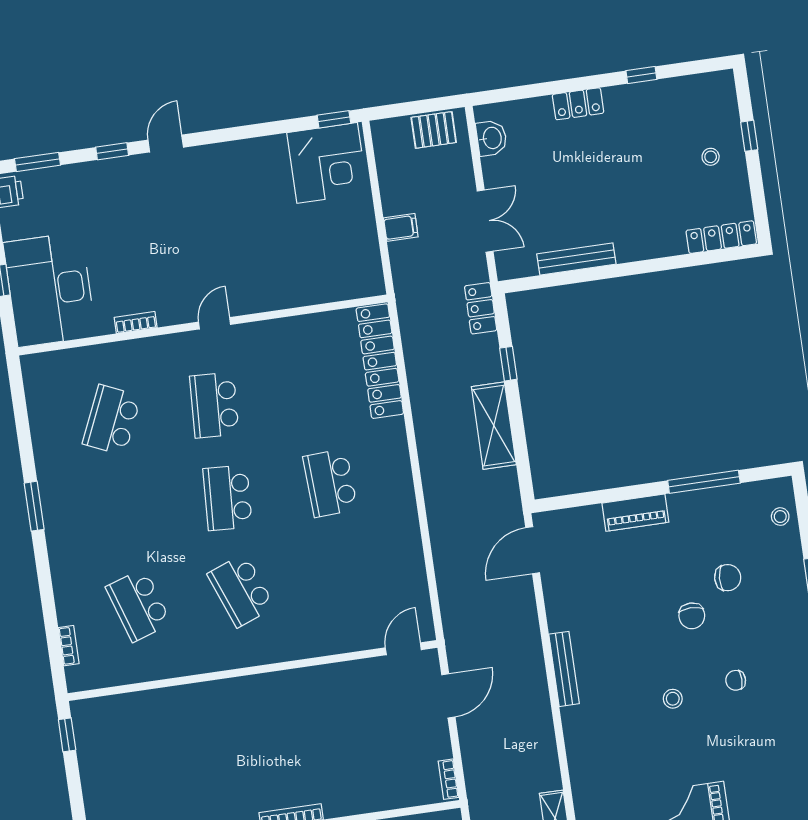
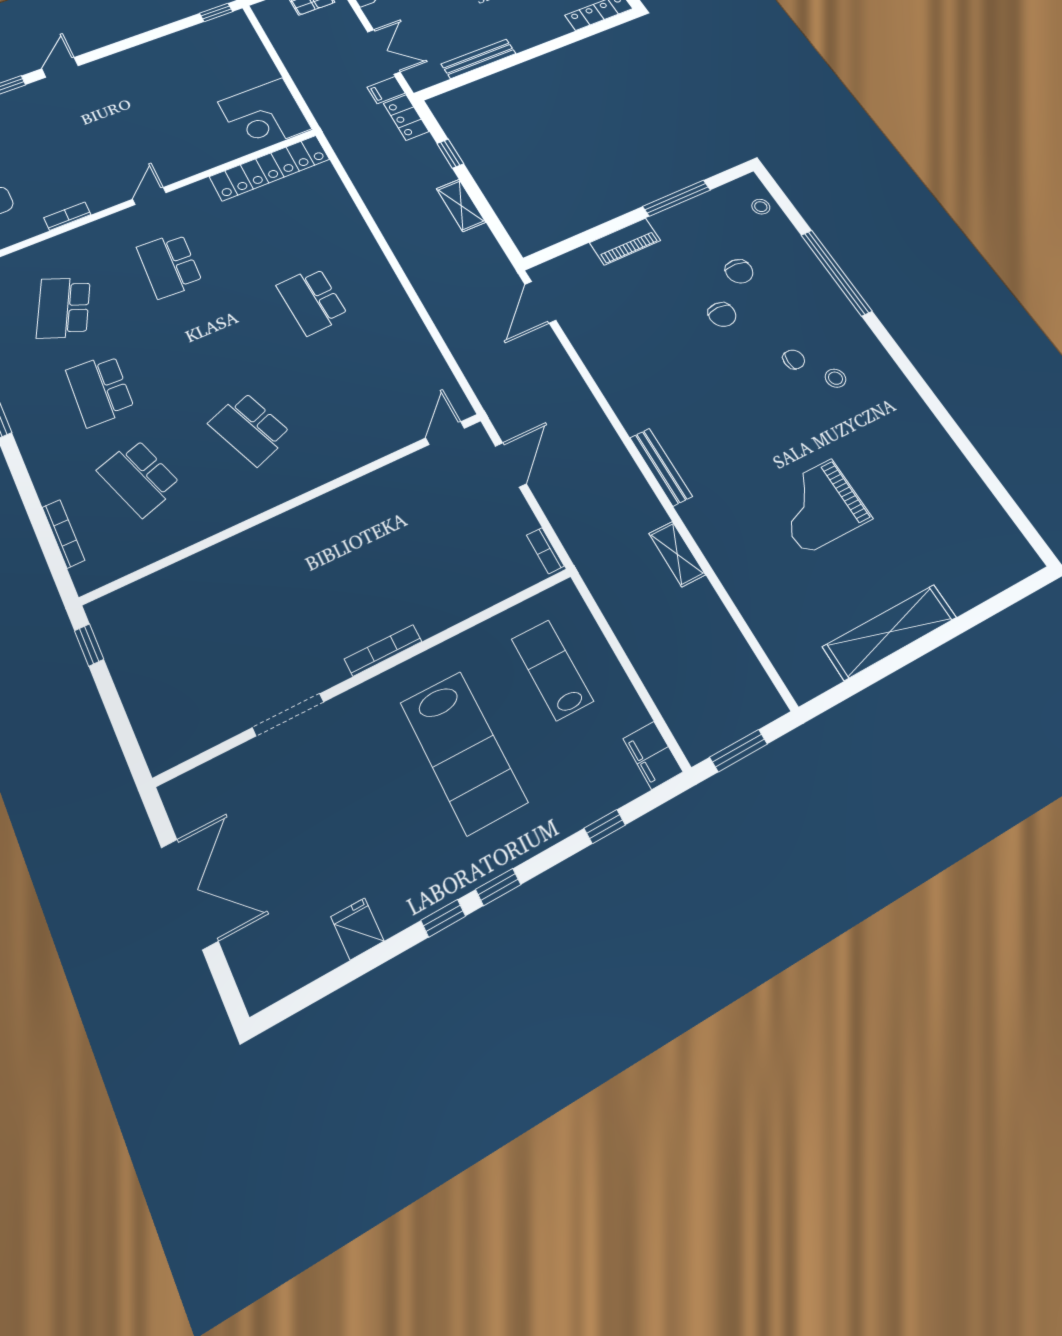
corner desk: (327, 163) -> (265, 115), moved, turned 90
filing cabinet: (401, 227) -> (386, 90), moved, turned 180
locker: (380, 361) -> (270, 168), moved, turned -90
shelving: (494, 426) -> (461, 205), width x0.67, depth x0.75
school desk: (228, 498) -> (100, 390), moved
chair: (728, 578) -> (739, 271), turned 92
bookcase: (69, 646) -> (63, 534), width x1.56
bench: (564, 669) -> (661, 467), moved
chair: (736, 680) -> (794, 359), turned 180
stool: (673, 699) -> (836, 378), moved

